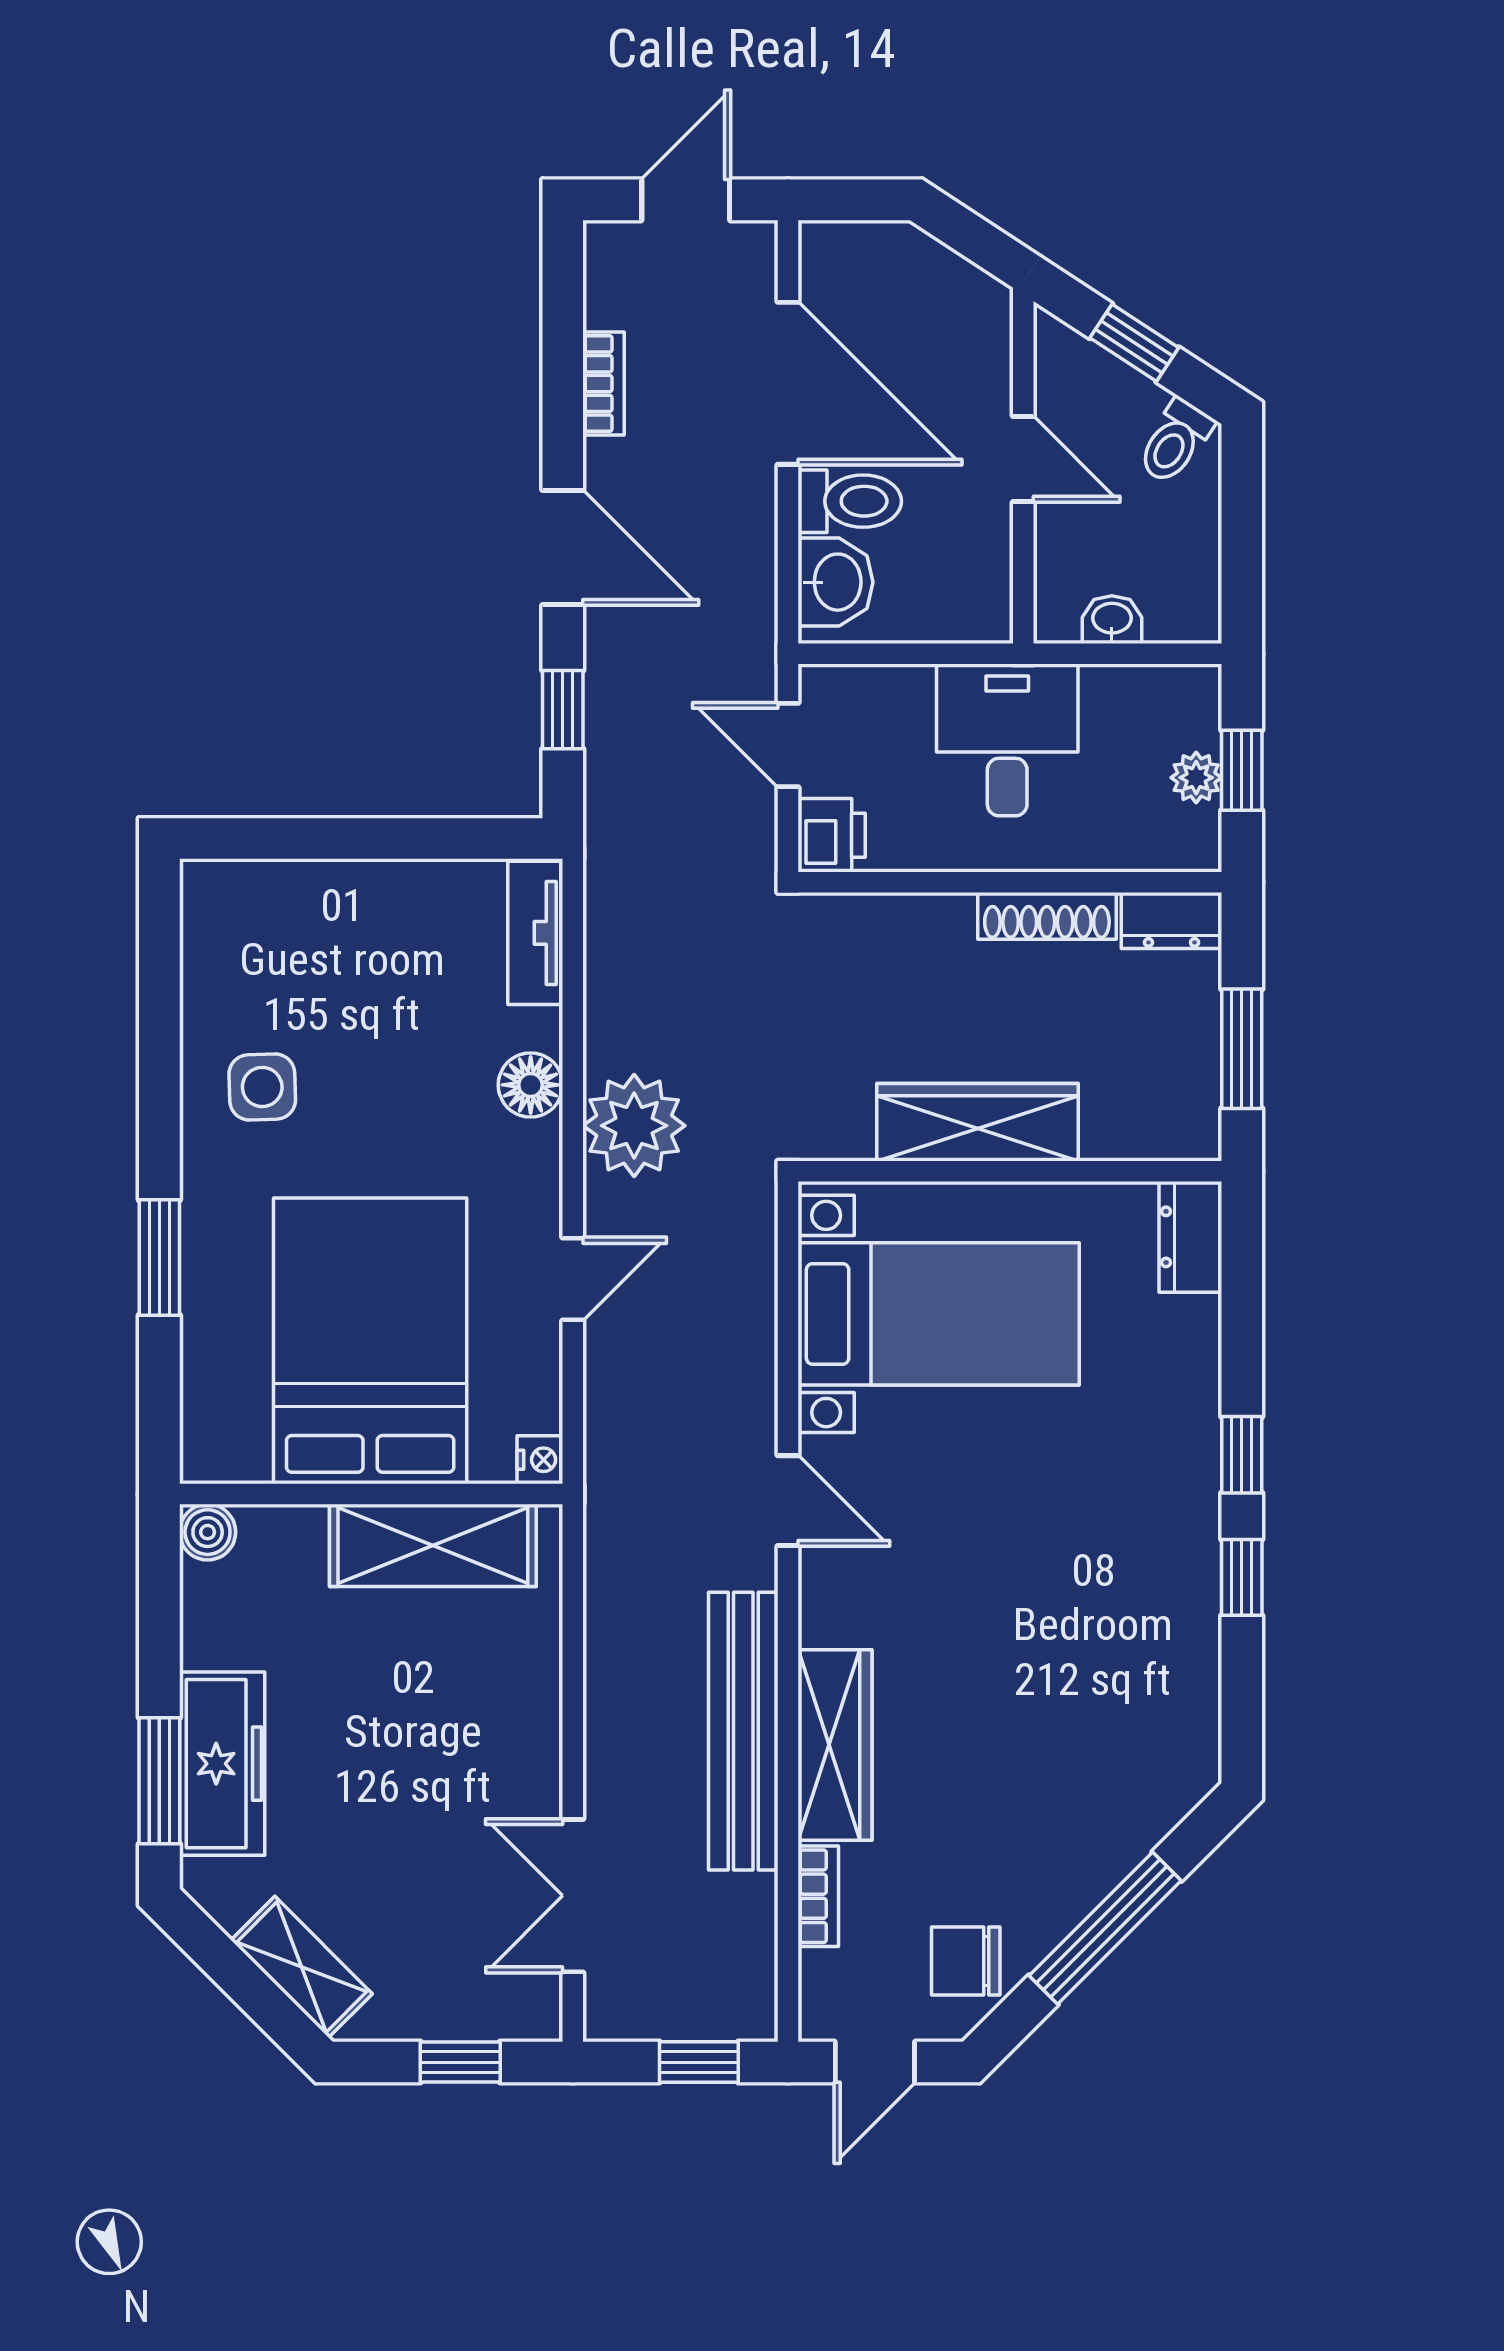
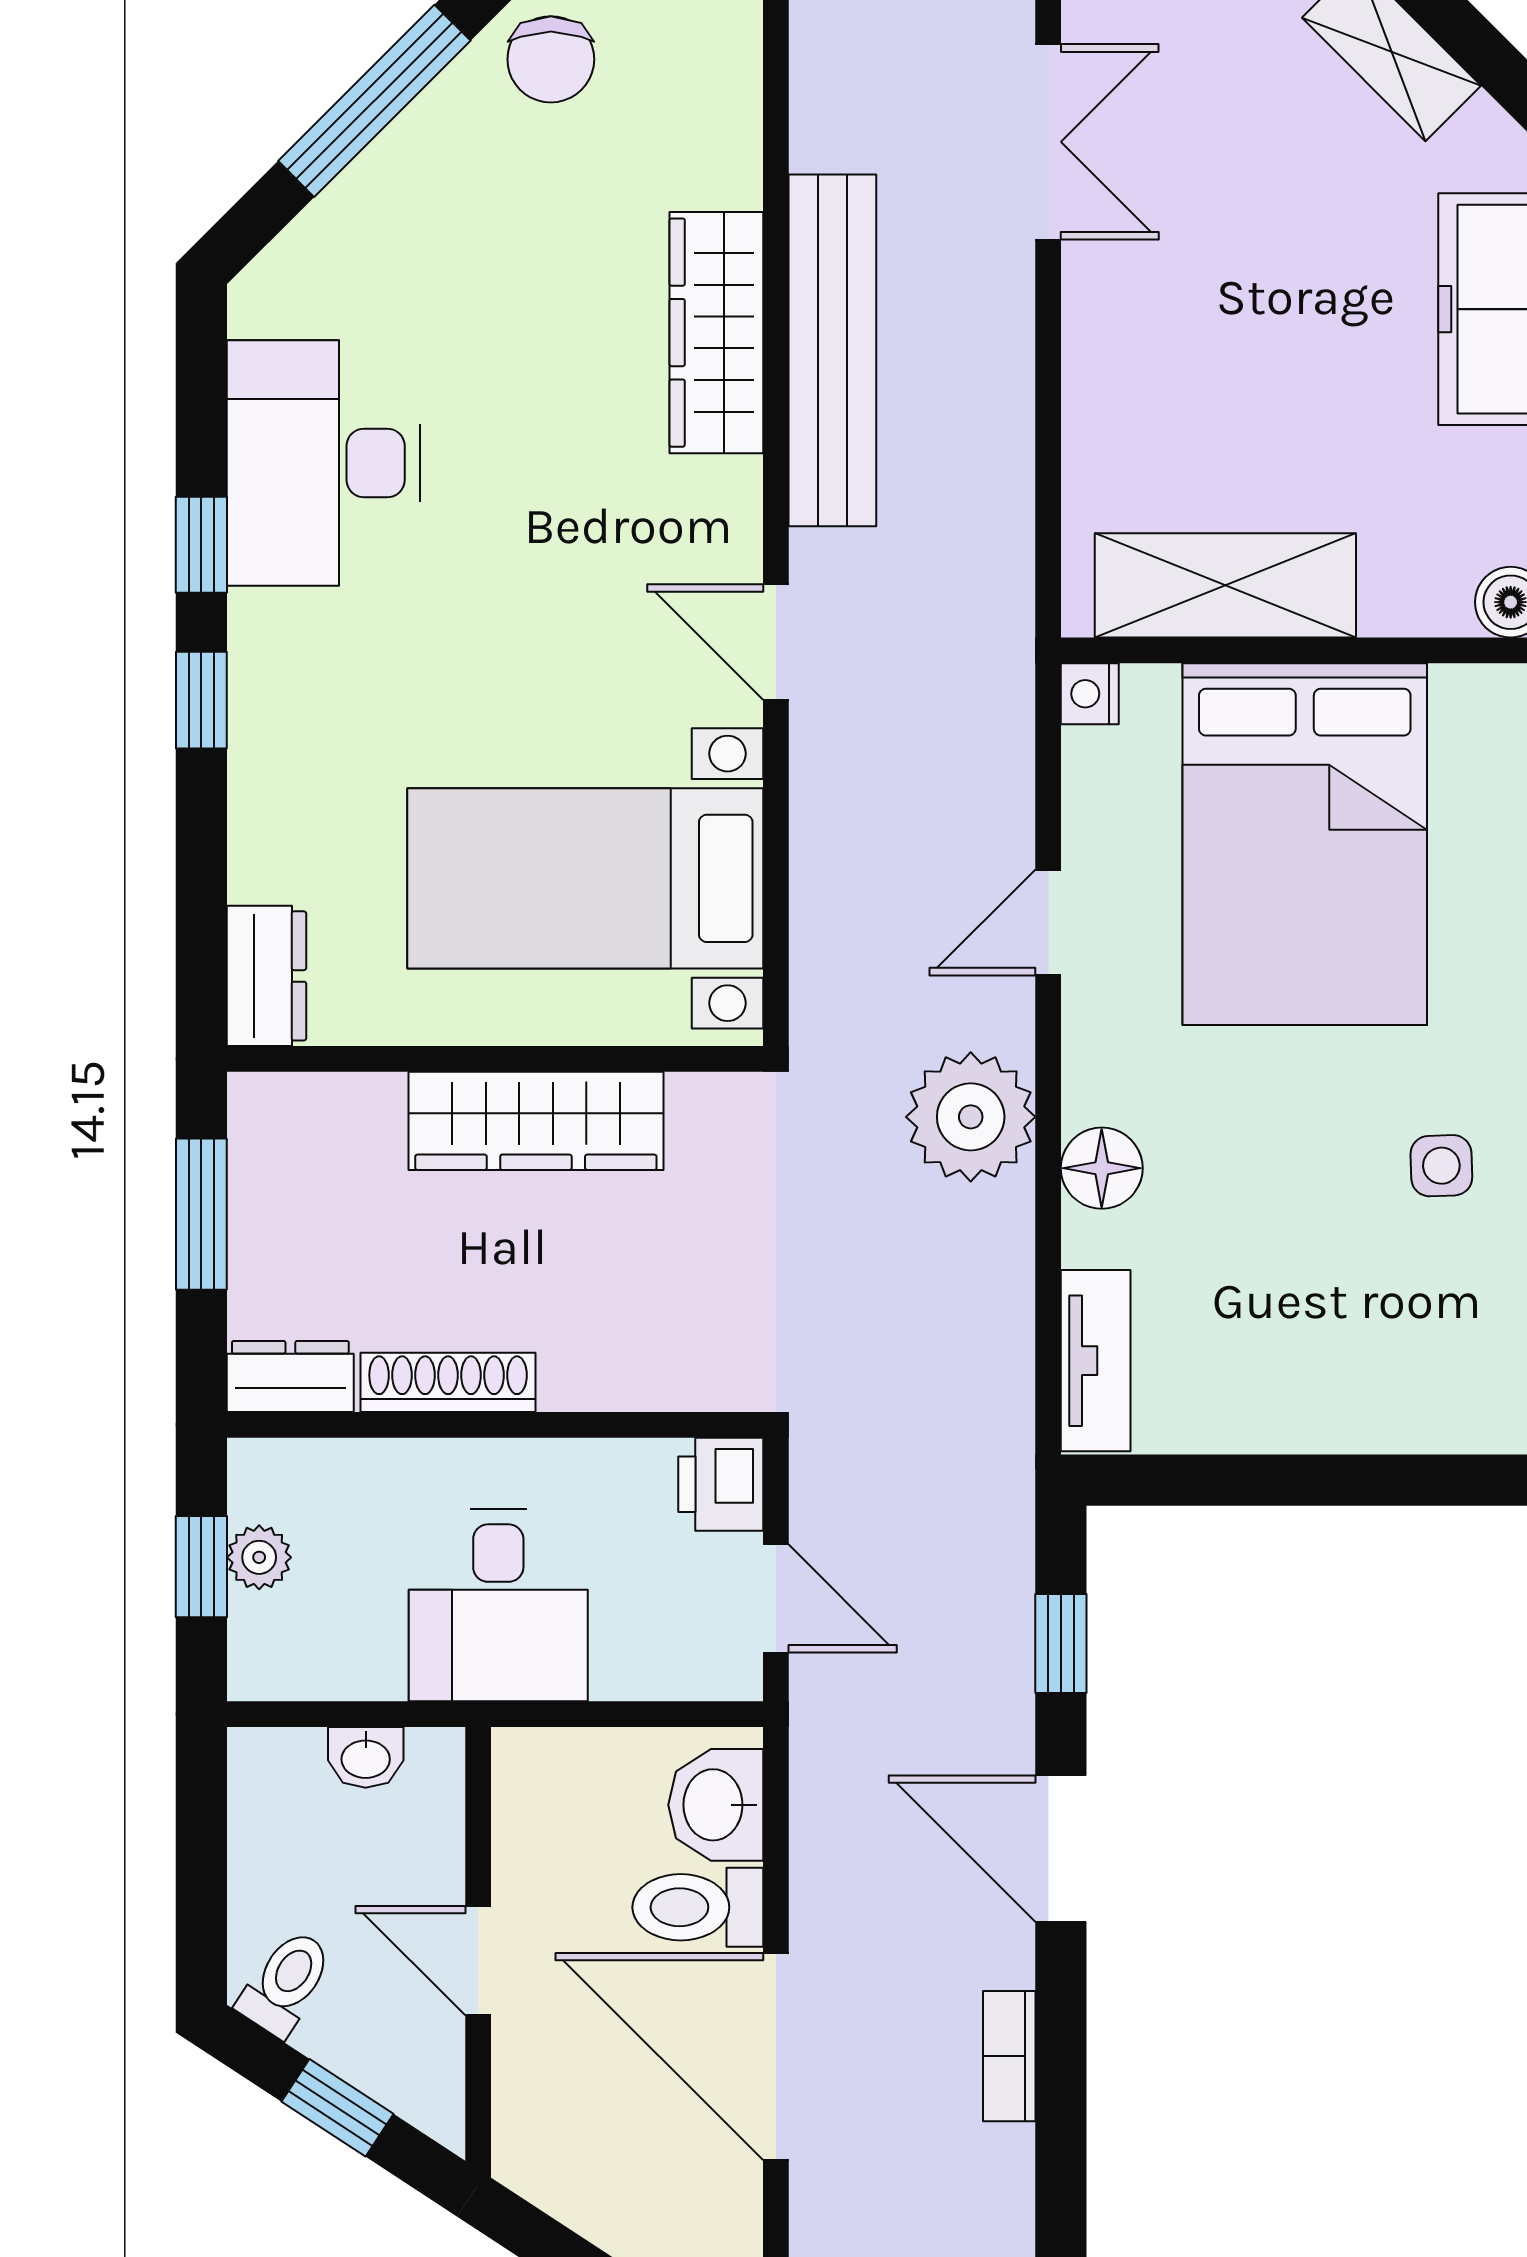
side table: (262, 1087) -> (1441, 1166), width x0.73, depth x0.73
desk: (1145, 1642) -> (324, 463), added
bookcase: (818, 1896) -> (738, 141), removed
chair: (966, 1961) -> (551, 59), turned 90

